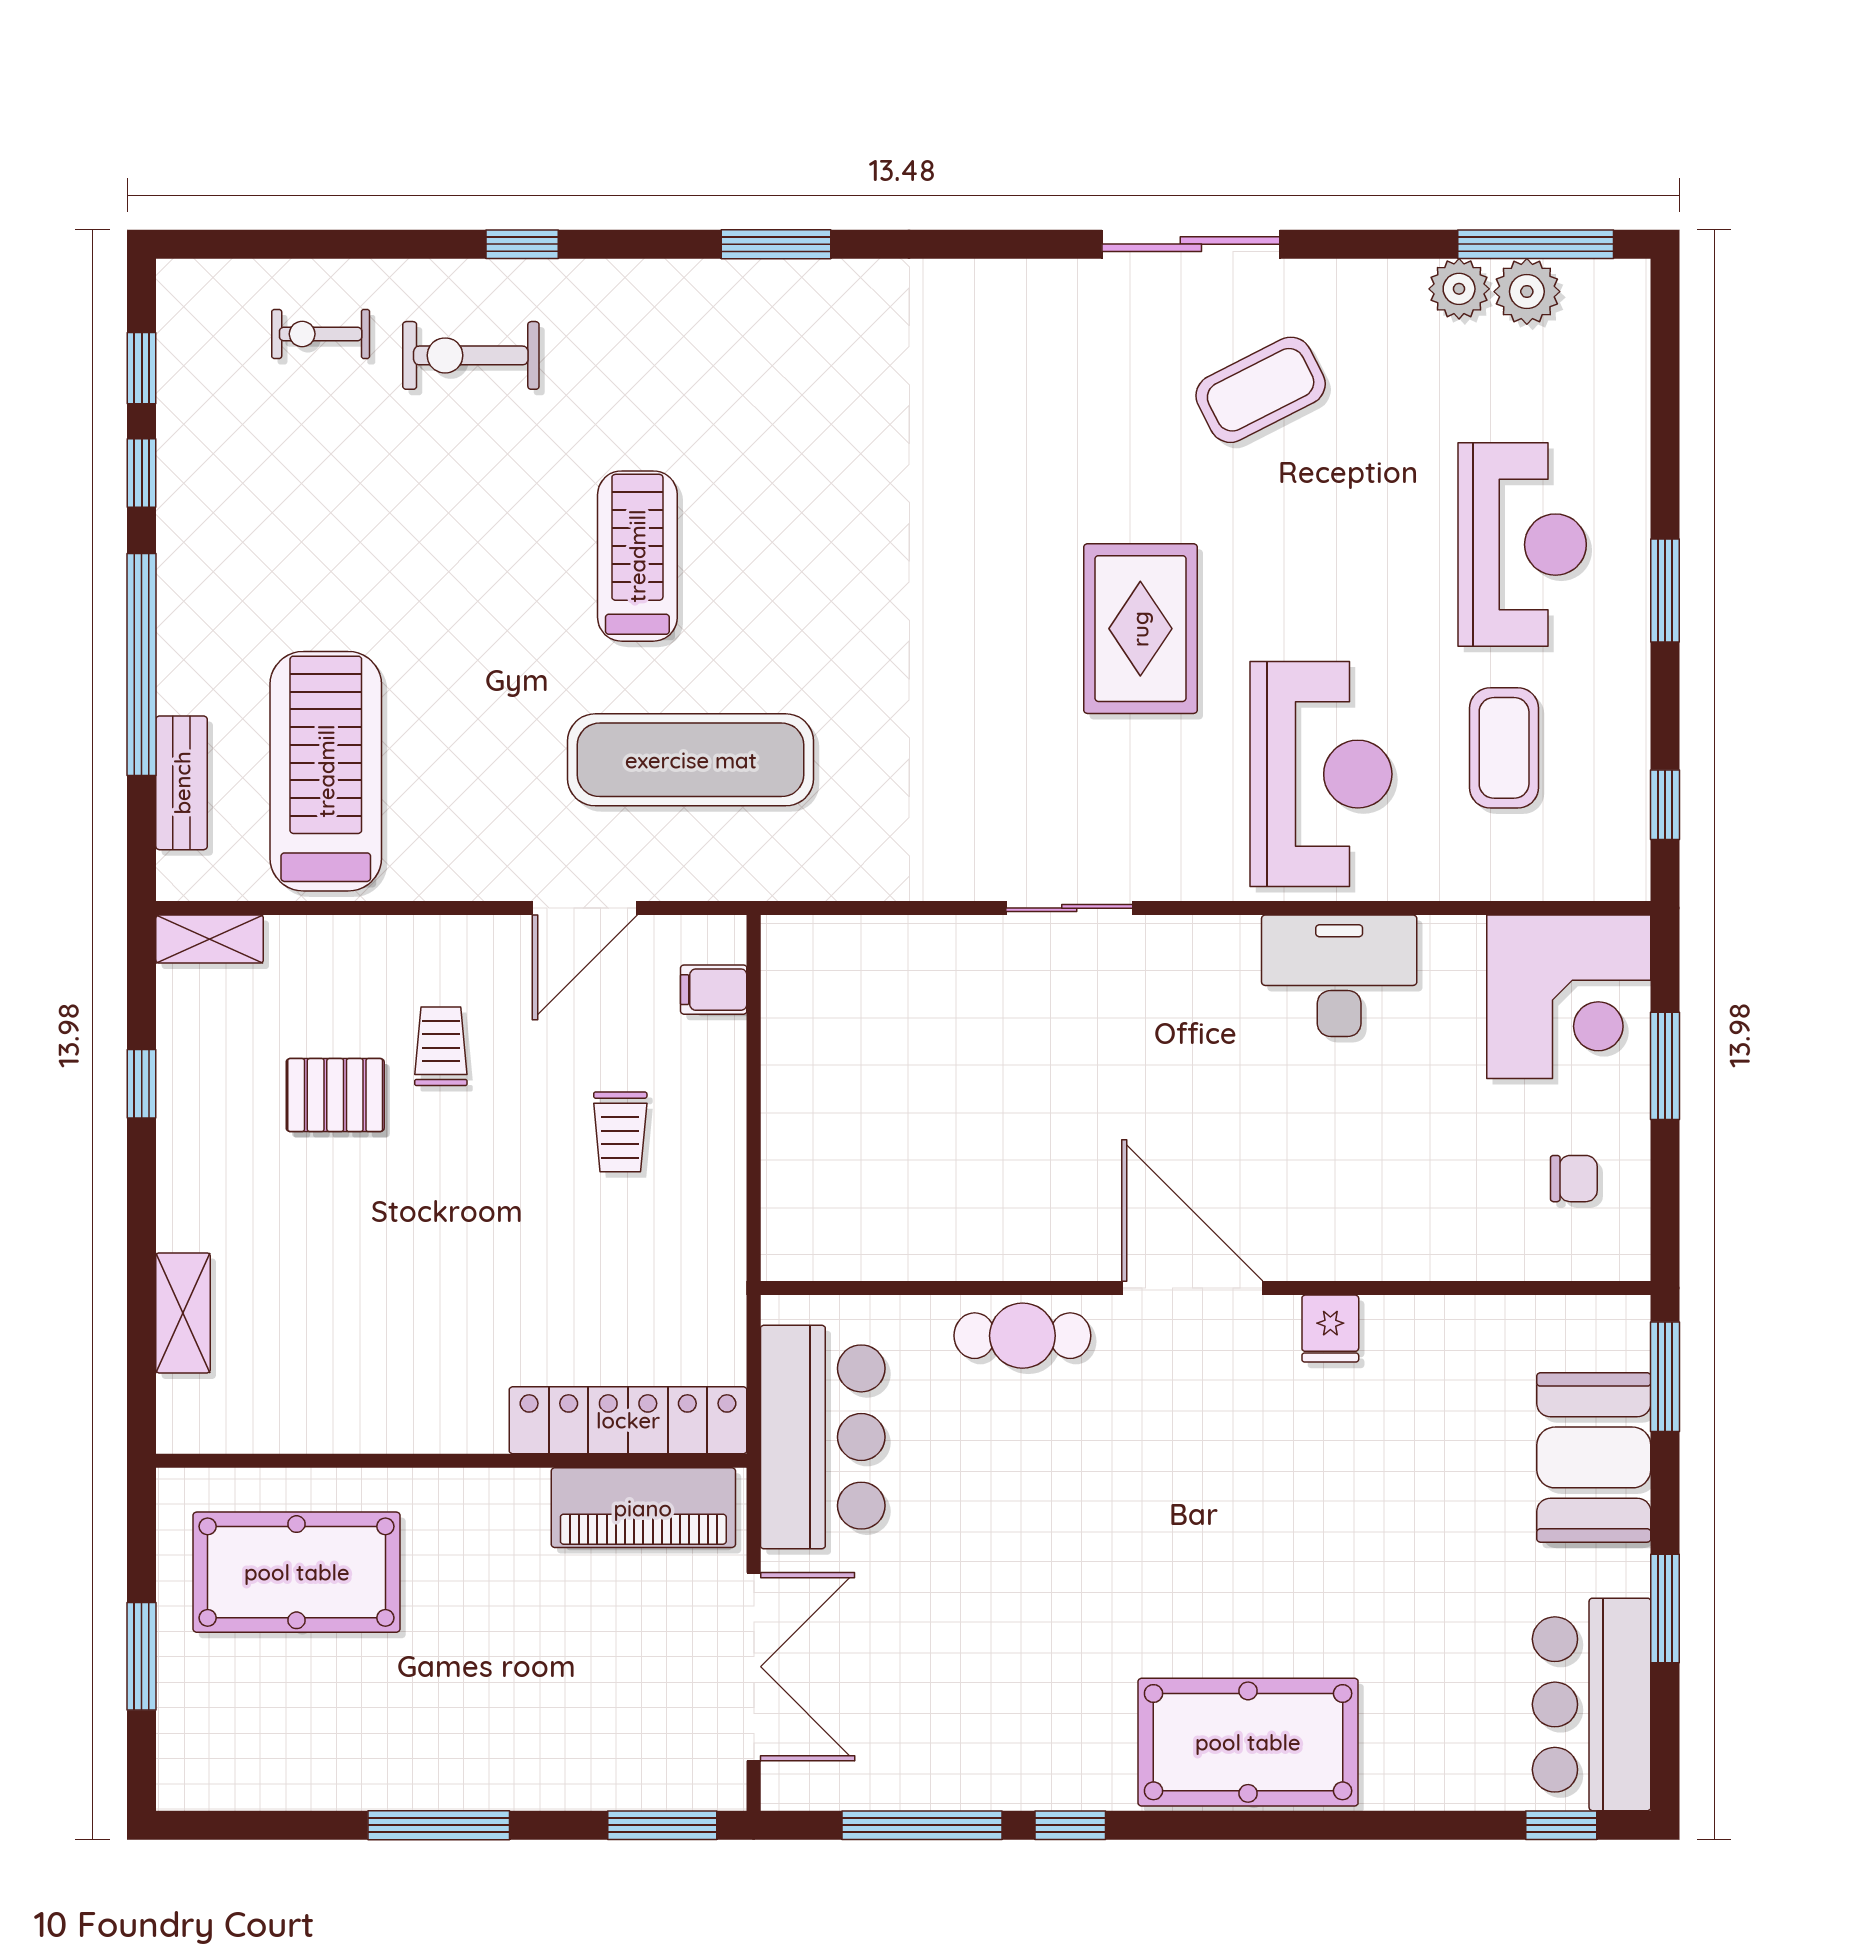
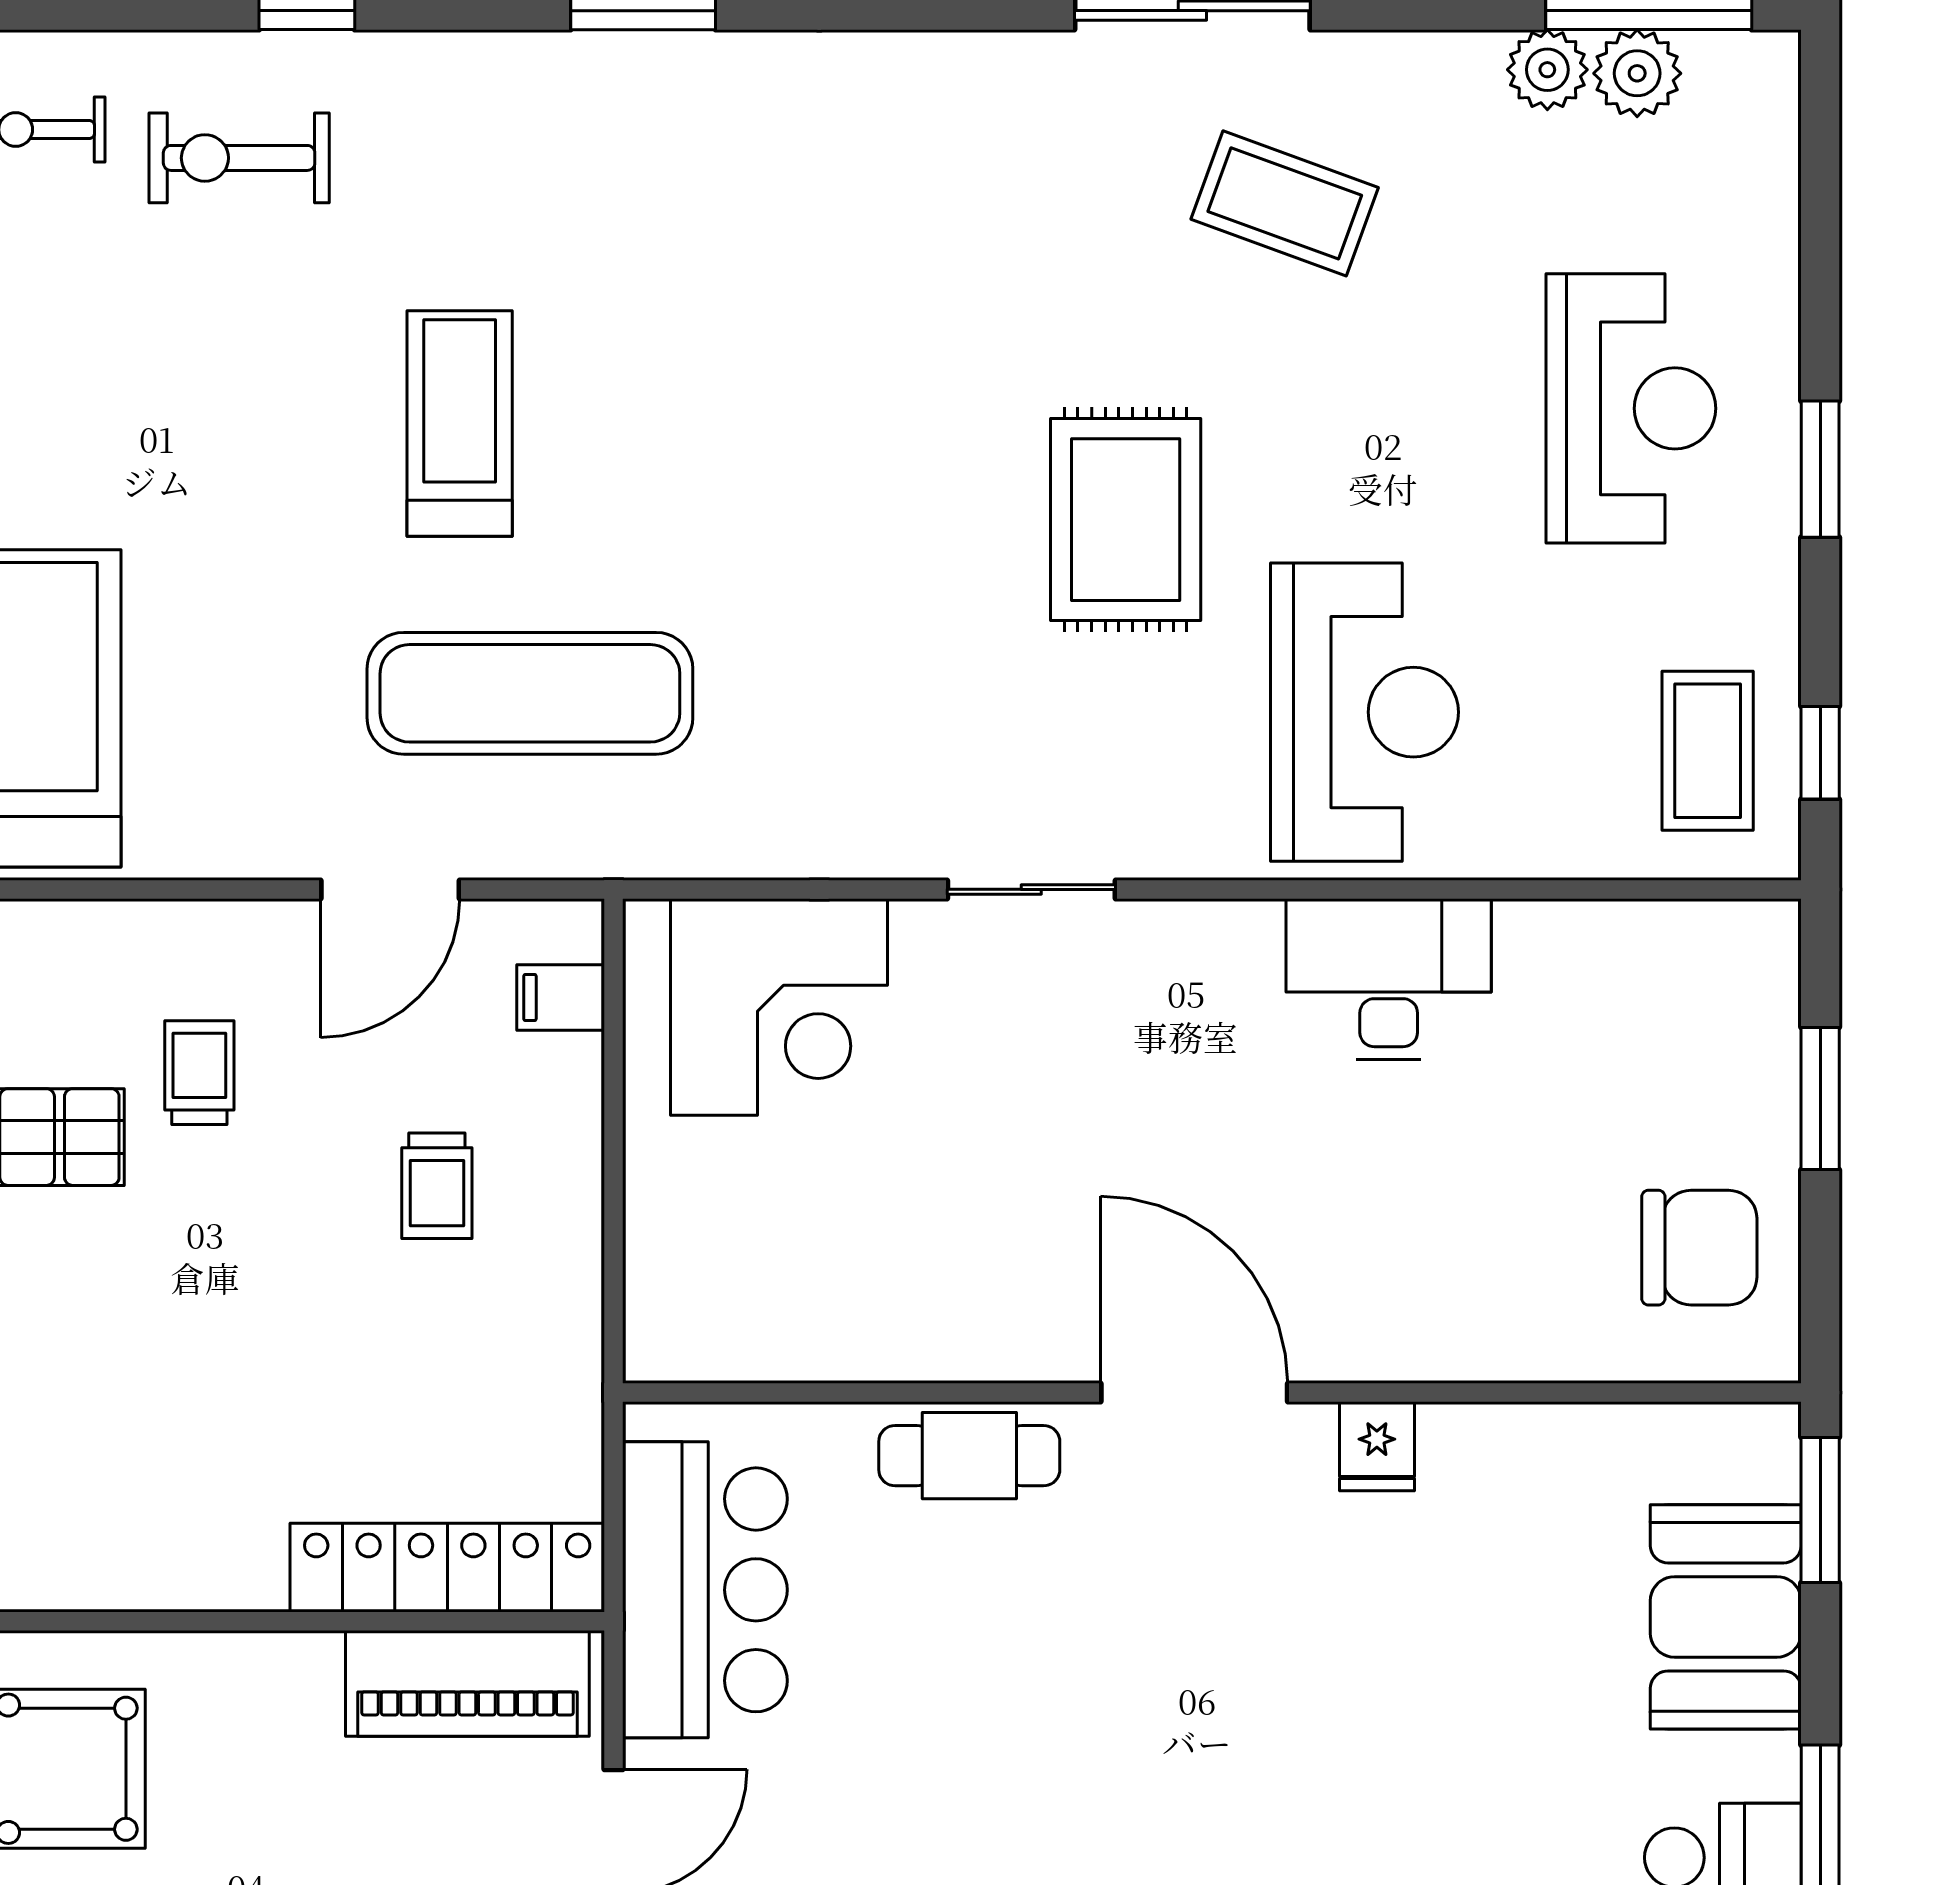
coffee table: (1261, 390) -> (1285, 203), turned 47
coffee table: (1504, 748) -> (1708, 751), moved
corner desk: (1569, 997) -> (779, 1007), moved
chair: (1574, 1179) -> (1699, 1248), width x1.87, depth x1.87

